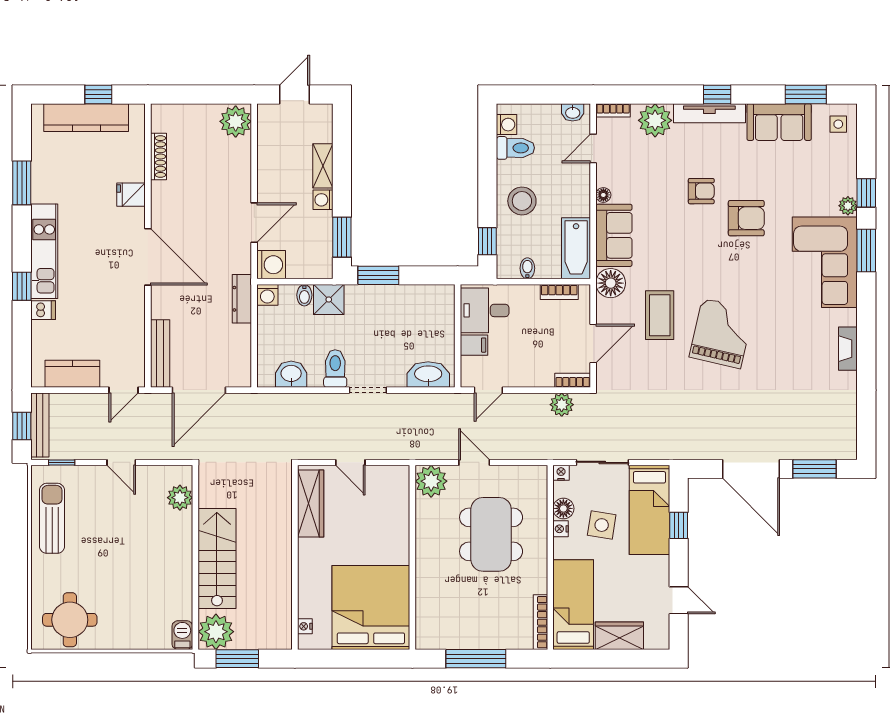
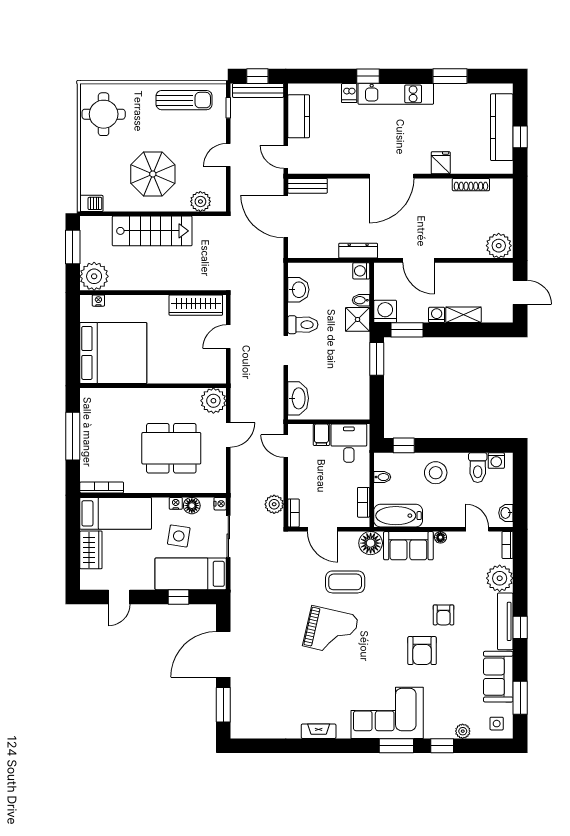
plant: (848, 206) -> (463, 731), moved
washing machine: (271, 265) -> (385, 311), moved, turned 180
bench: (160, 354) -> (308, 186), width x0.73
parasol: (145, 558) -> (153, 174), added
plant: (216, 632) -> (94, 276), moved

